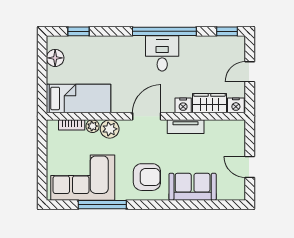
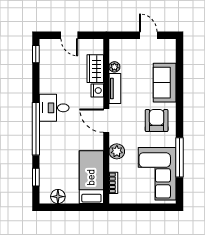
window: (164, 31) -> (36, 129), moved
nightstand: (236, 105) -> (97, 47), removed
plant: (93, 126) -> (114, 67), moved
door: (250, 167) -> (148, 35), swing flipped

